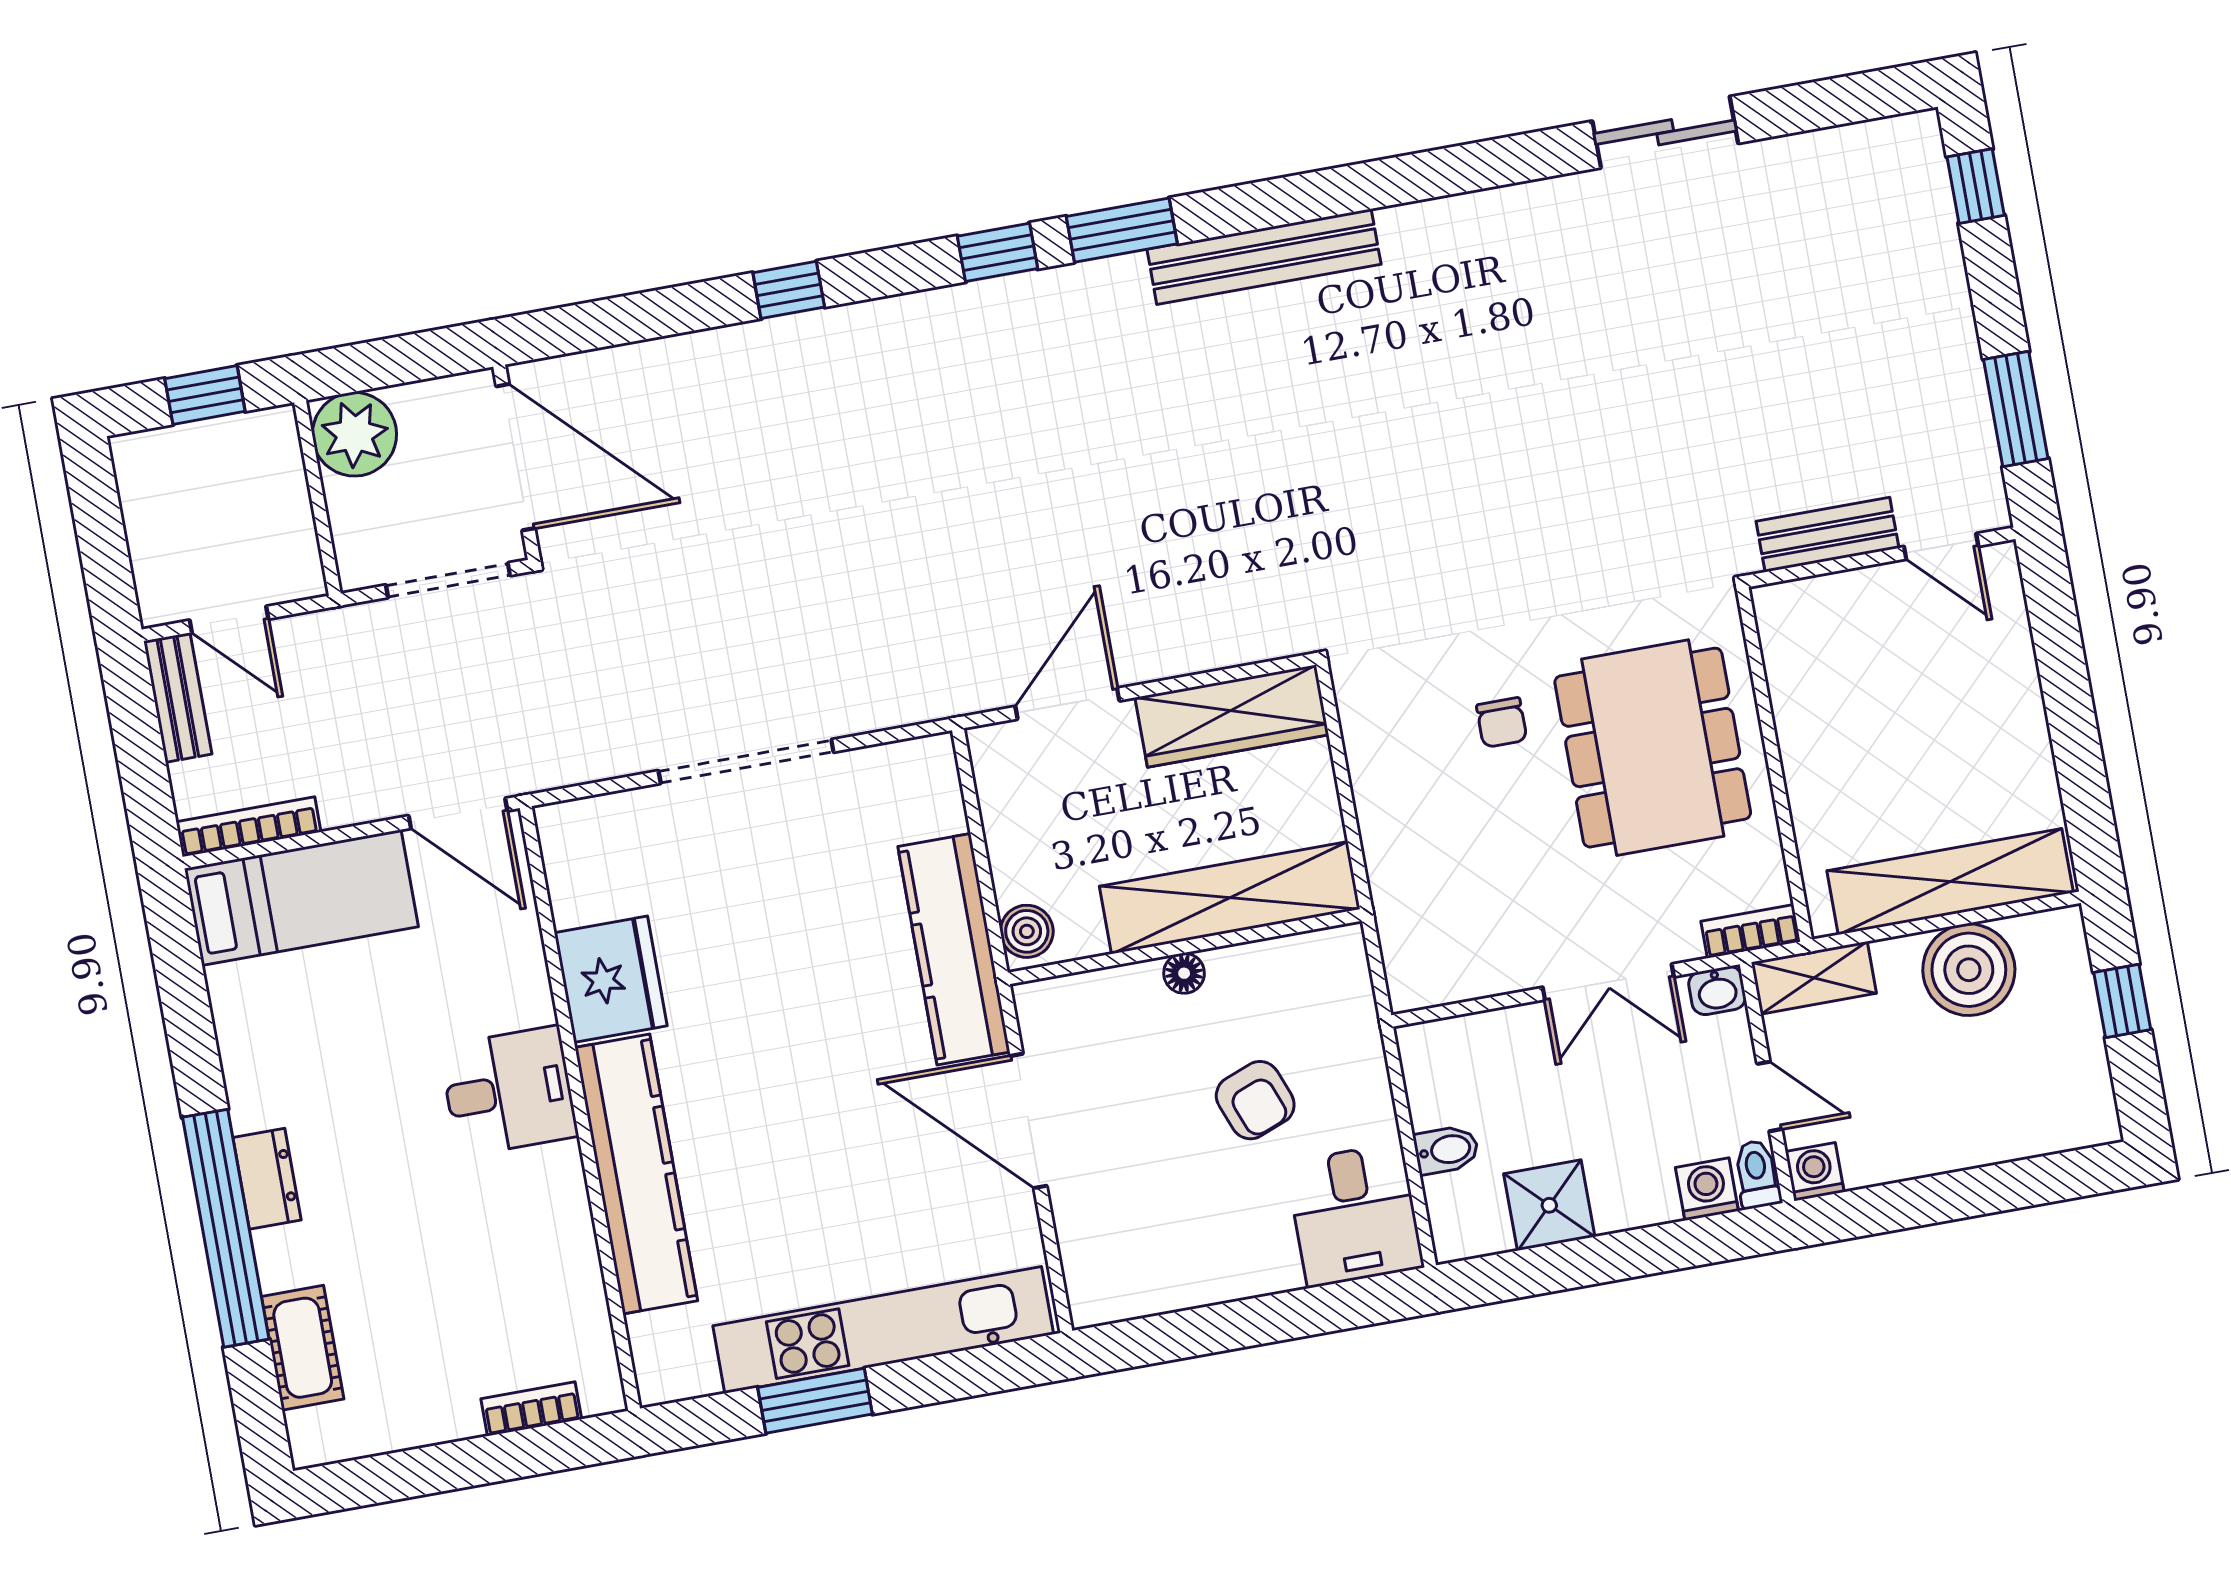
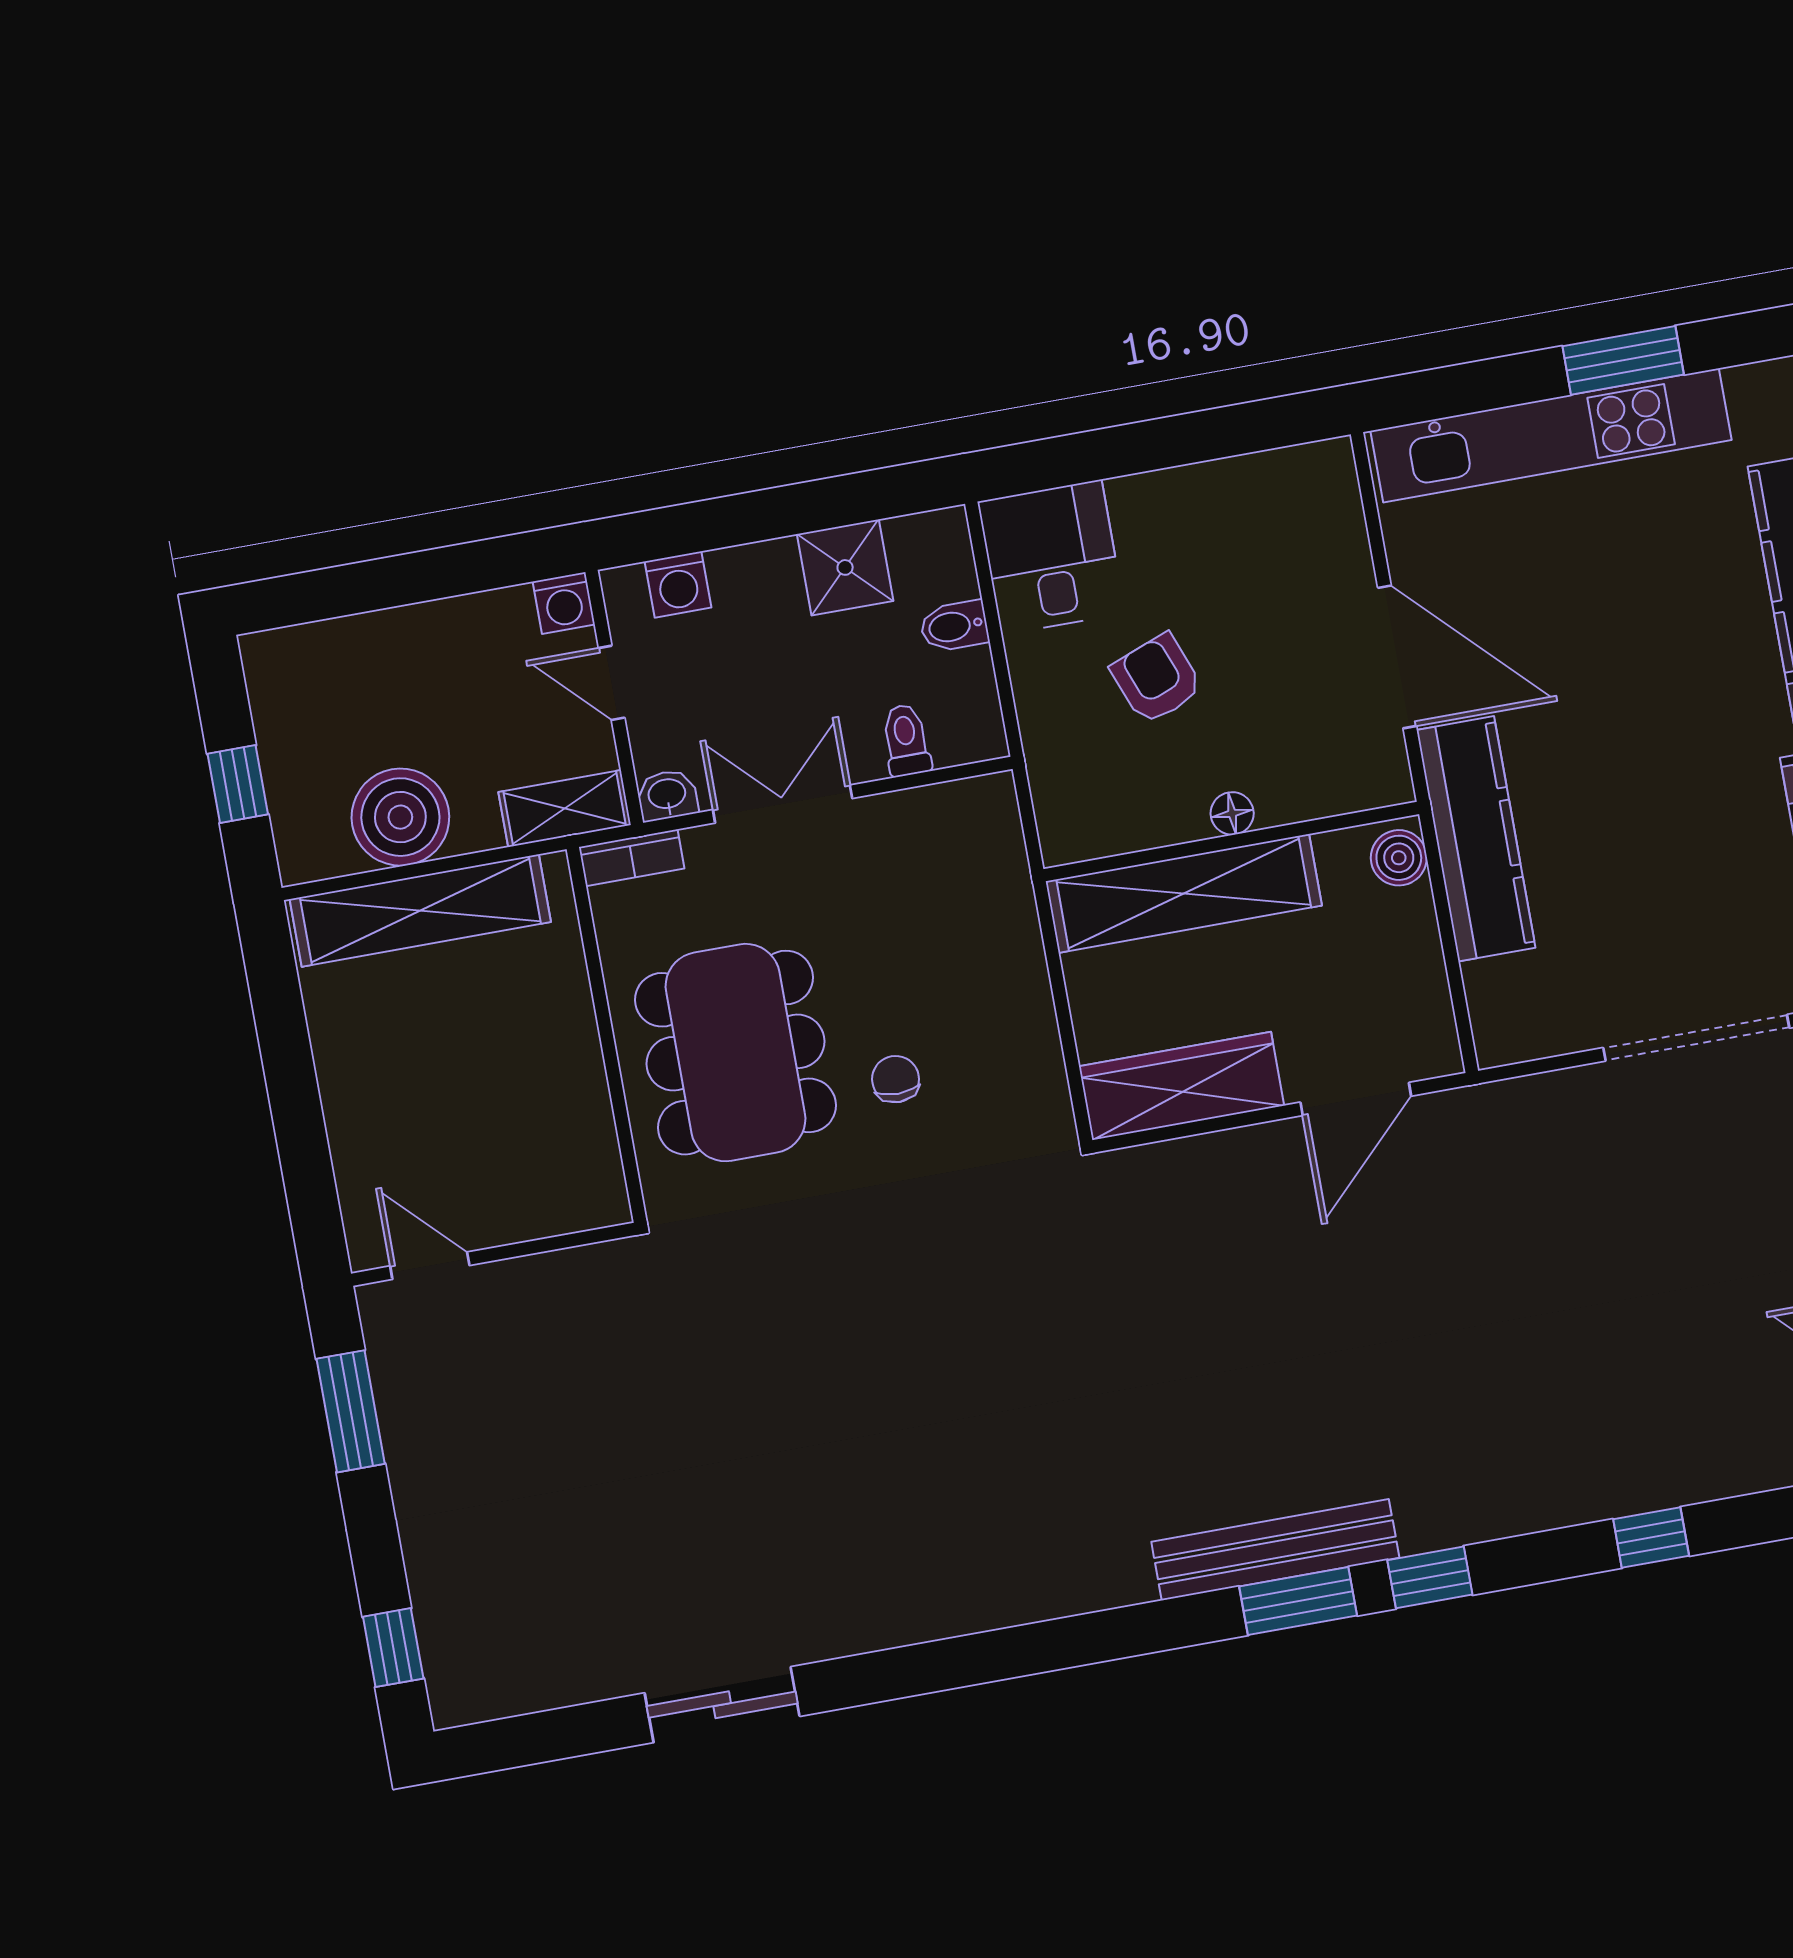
bench: (1264, 257) -> (1275, 1550), moved
bench: (1827, 535) -> (550, 1278), removed
toilet: (1757, 1174) -> (906, 740), moved, turned 180

